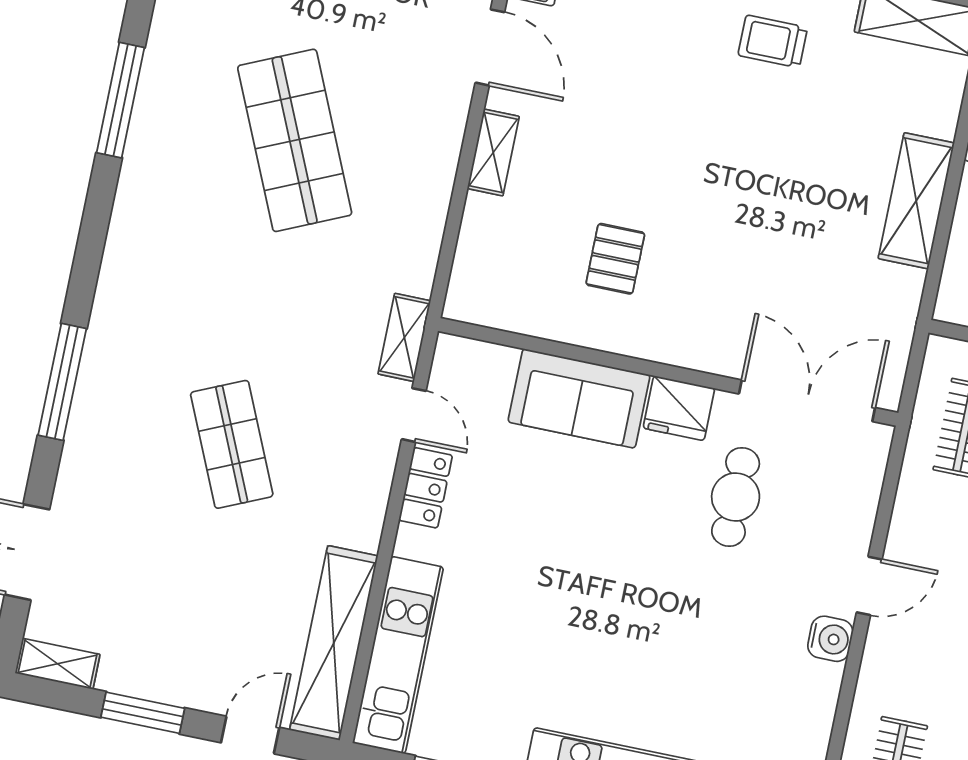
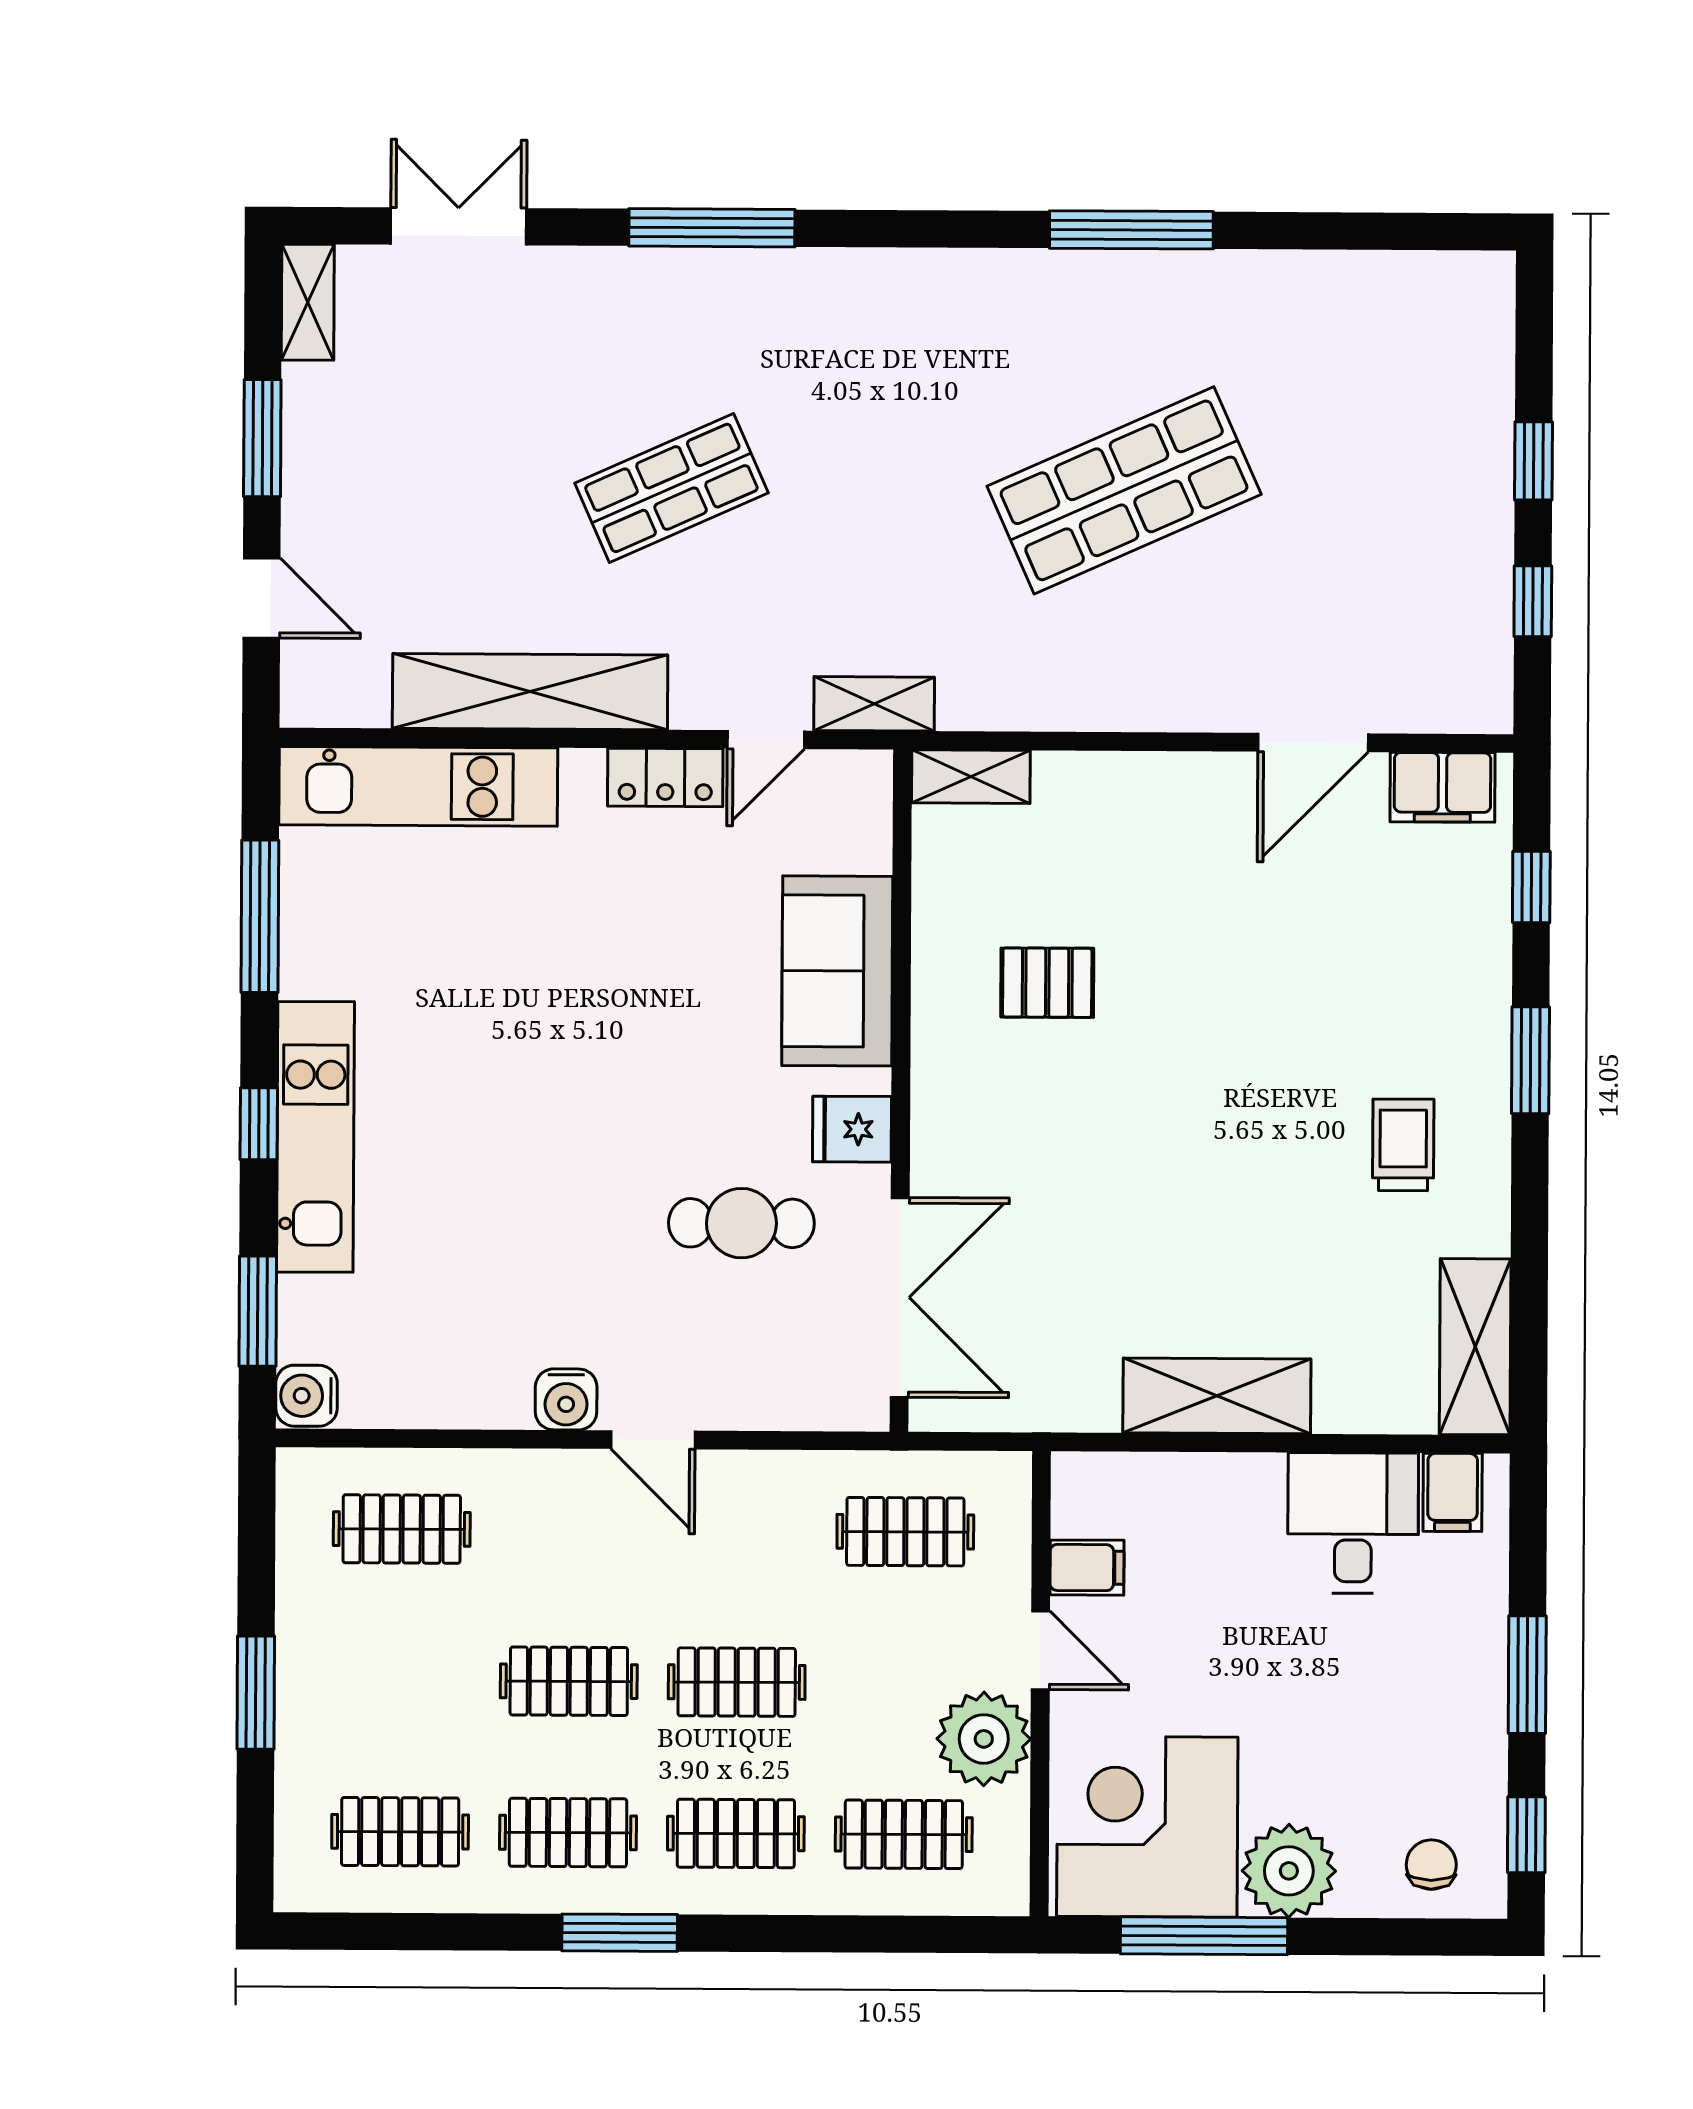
shelving: (493, 152) -> (971, 777), moved
fridge: (679, 408) -> (852, 1129), width x0.72
shelving: (334, 643) -> (530, 692), moved

